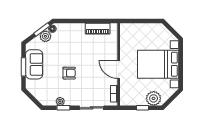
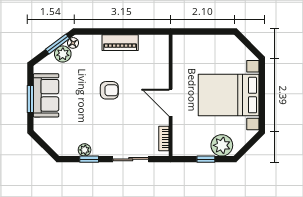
piano: (98, 29) -> (120, 43), moved
armchair: (69, 73) -> (109, 90), moved

